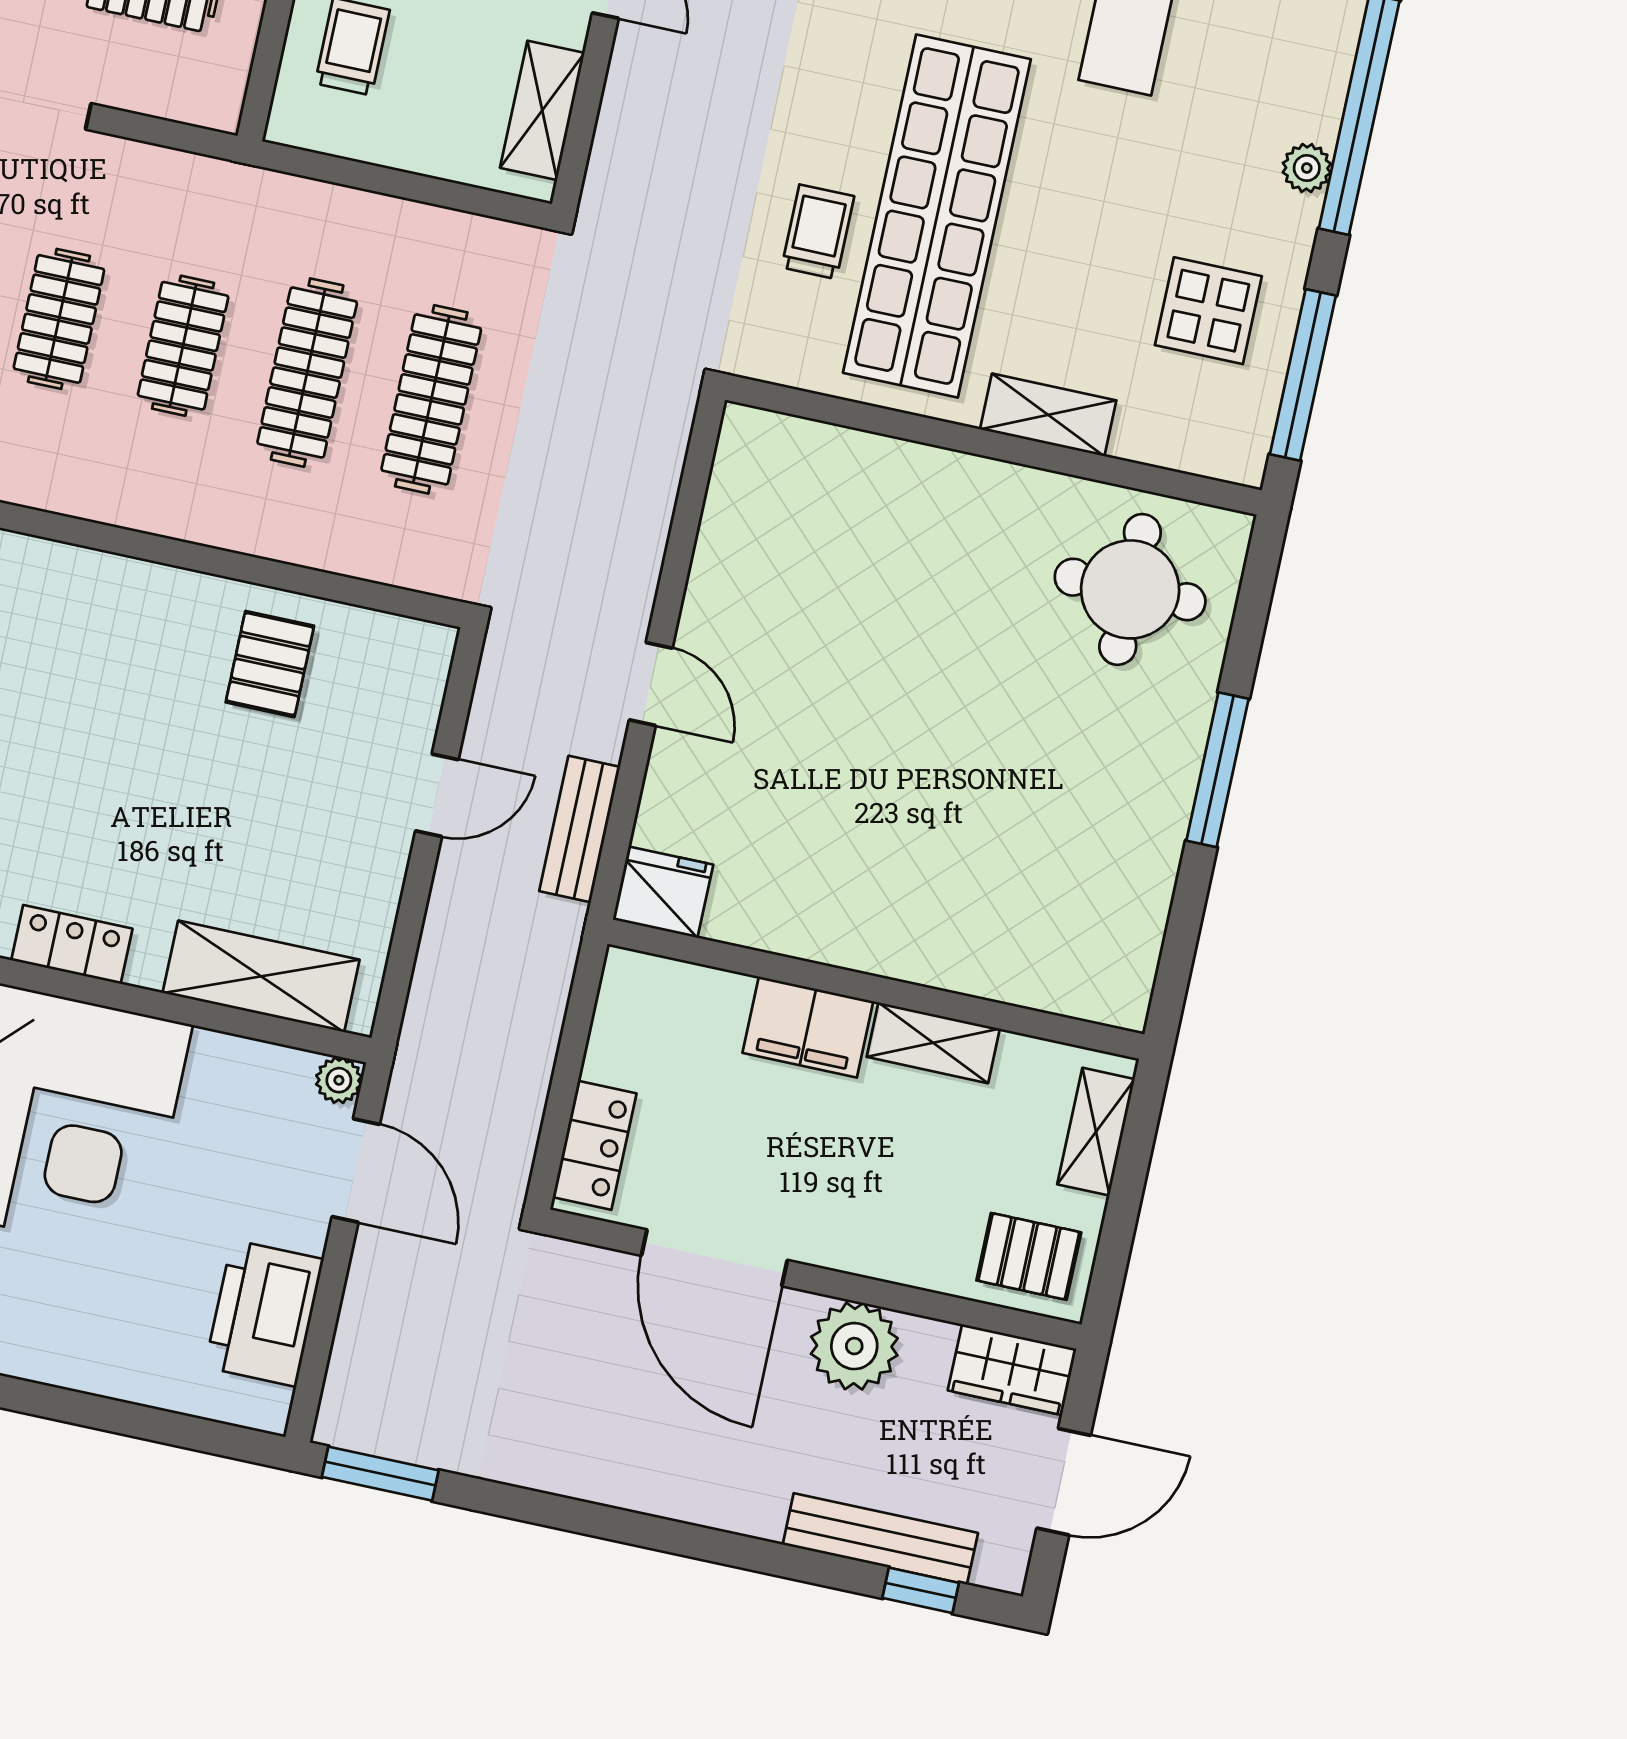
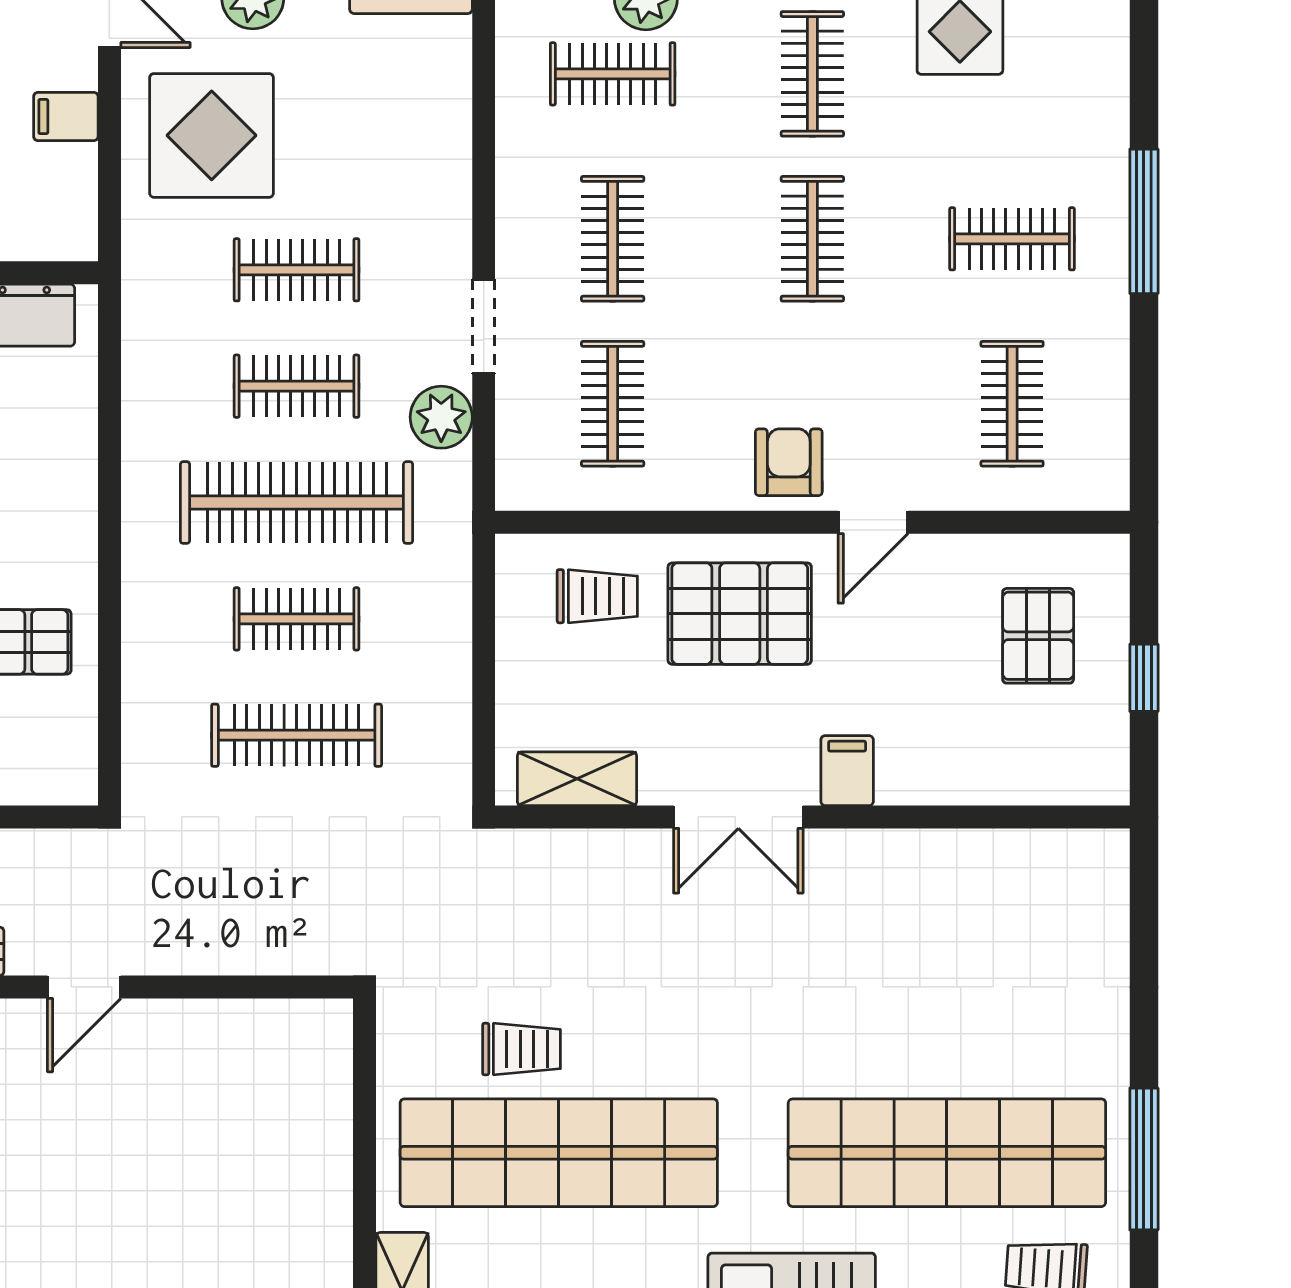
plant: (125, 172) -> (441, 417), added
clothes rail: (183, 346) -> (297, 503), width x1.86, depth x1.31
clothes rail: (307, 373) -> (297, 619), width x0.73

